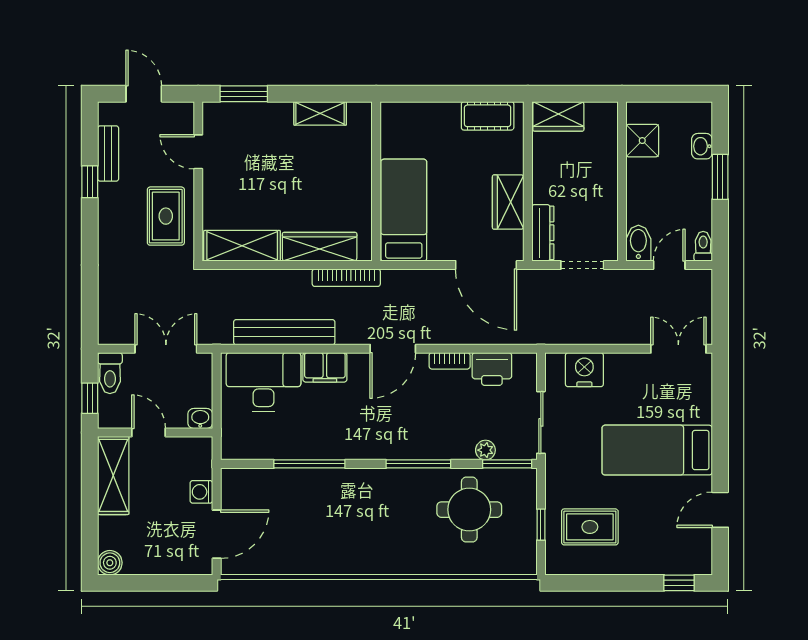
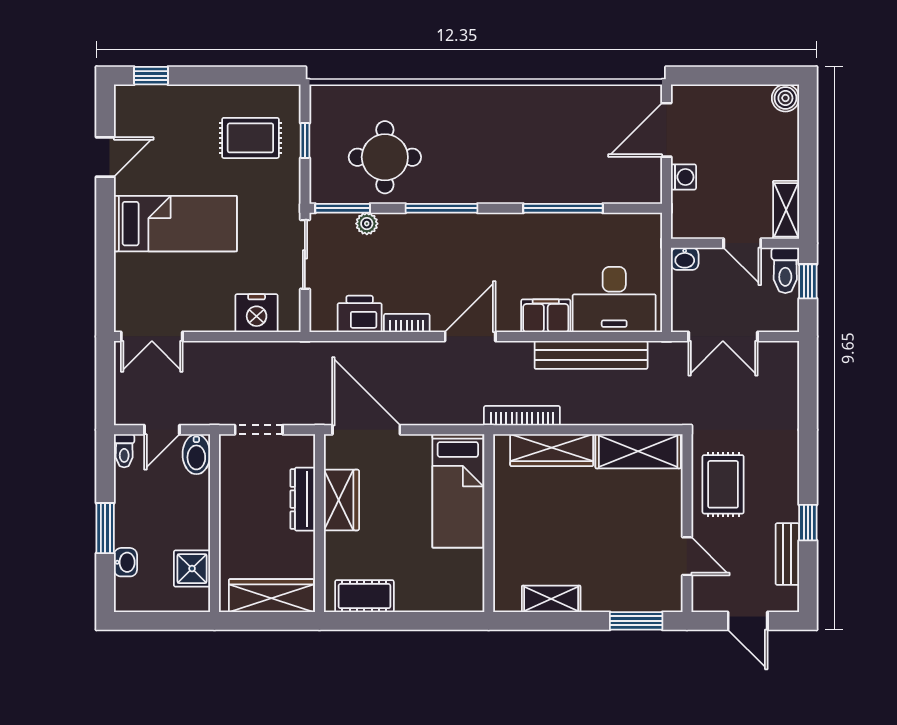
wardrobe: (558, 116) -> (271, 596), width x1.50
dresser: (543, 233) -> (303, 499), moved
toilet: (110, 373) -> (785, 270), moved, turned 180
shelving: (113, 475) -> (786, 210), width x0.67, depth x0.75

